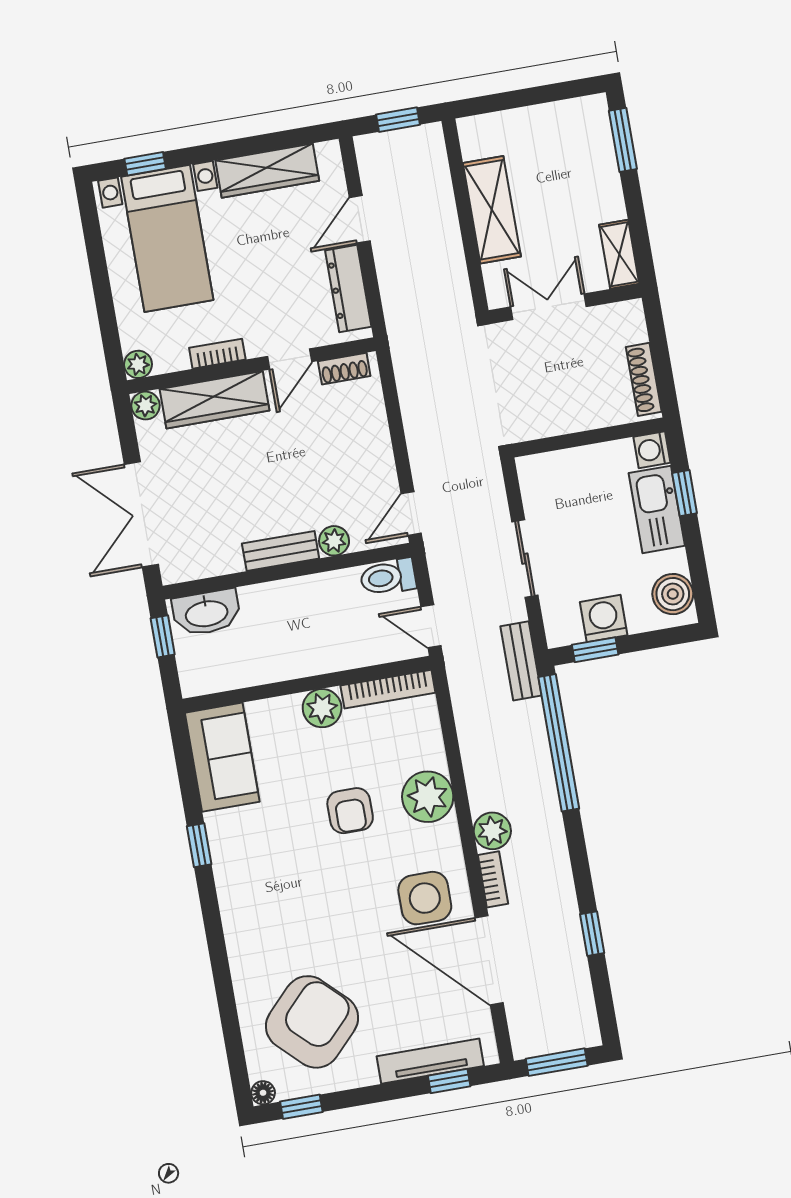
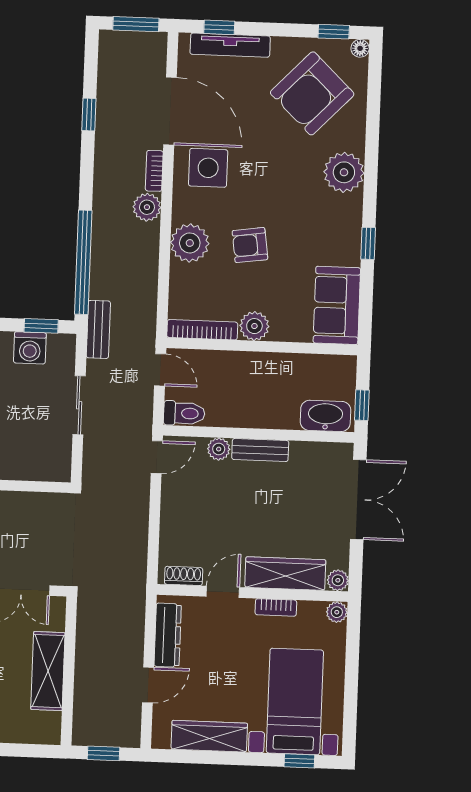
armchair: (350, 811) -> (250, 245), turned -98
plant: (250, 930) -> (344, 172), added

